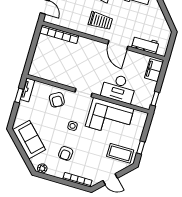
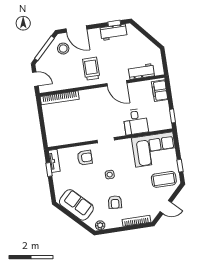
trolley: (100, 21) -> (91, 69), turned -90
desk: (119, 88) -> (136, 122), width x0.73
armchair: (57, 100) -> (85, 158), turned -60
corner sofa: (110, 118) -> (154, 149), moved

